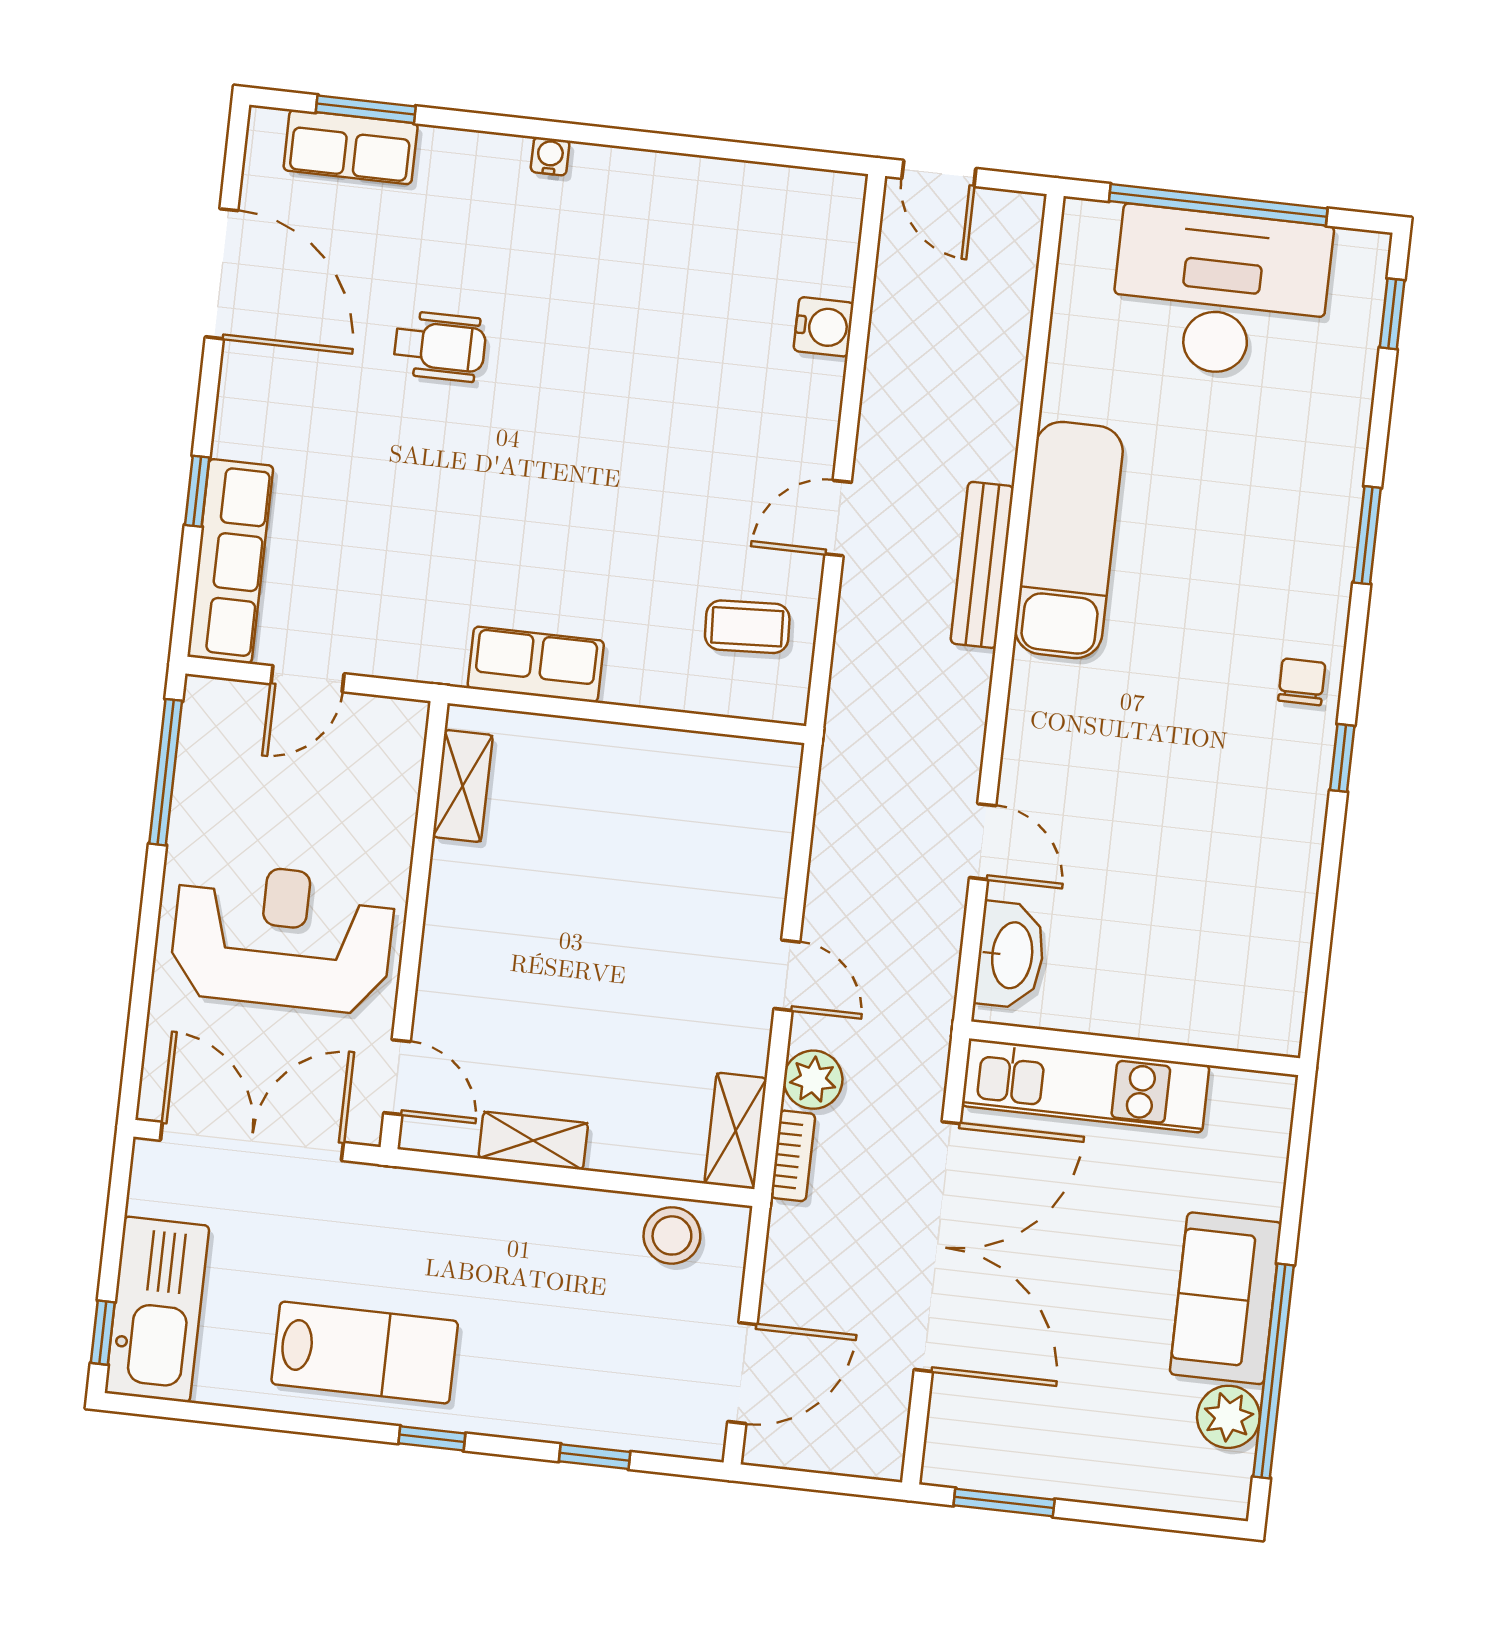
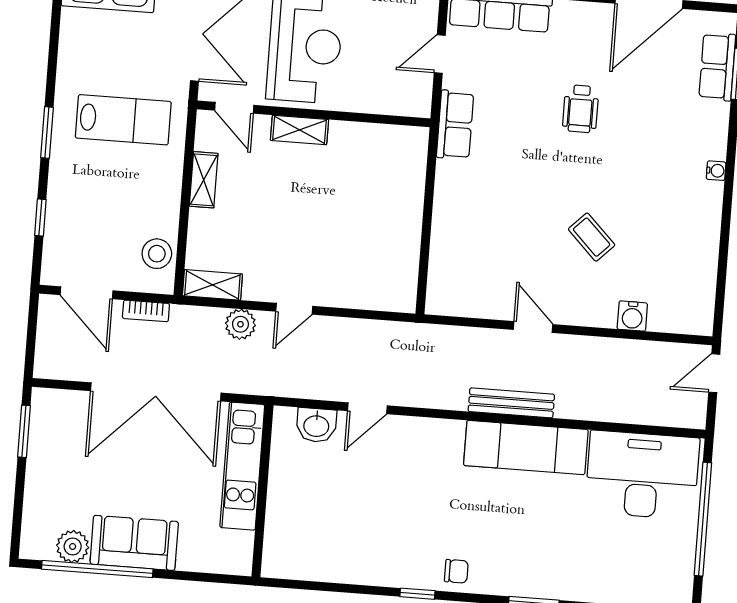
desk: (1221, 293) -> (642, 475), moved, turned -90
wheelchair: (440, 346) -> (581, 109), moved
coffee table: (747, 627) -> (592, 237), moved, turned -42
row of seats: (536, 664) -> (455, 125), moved
door: (308, 679) -> (440, 54), hinge flipped
shelving: (463, 786) -> (300, 130), moved
washbasin: (1010, 955) -> (316, 425), width x0.72
door: (397, 1077) -> (234, 108), hinge flipped
bookcase: (793, 1156) -> (146, 311), moved
lab bench: (365, 1353) -> (123, 120), moved, turned -90
window: (432, 1438) -> (47, 132), width x1.50

